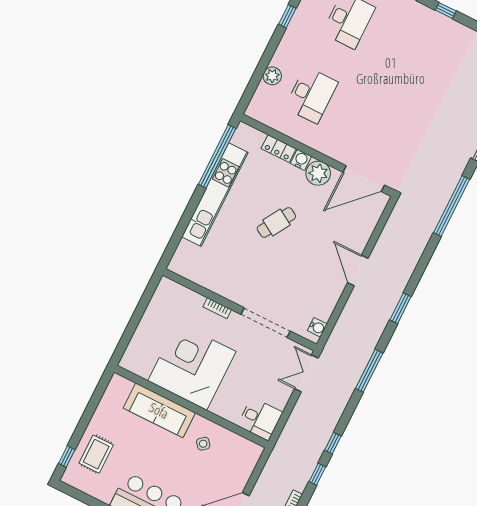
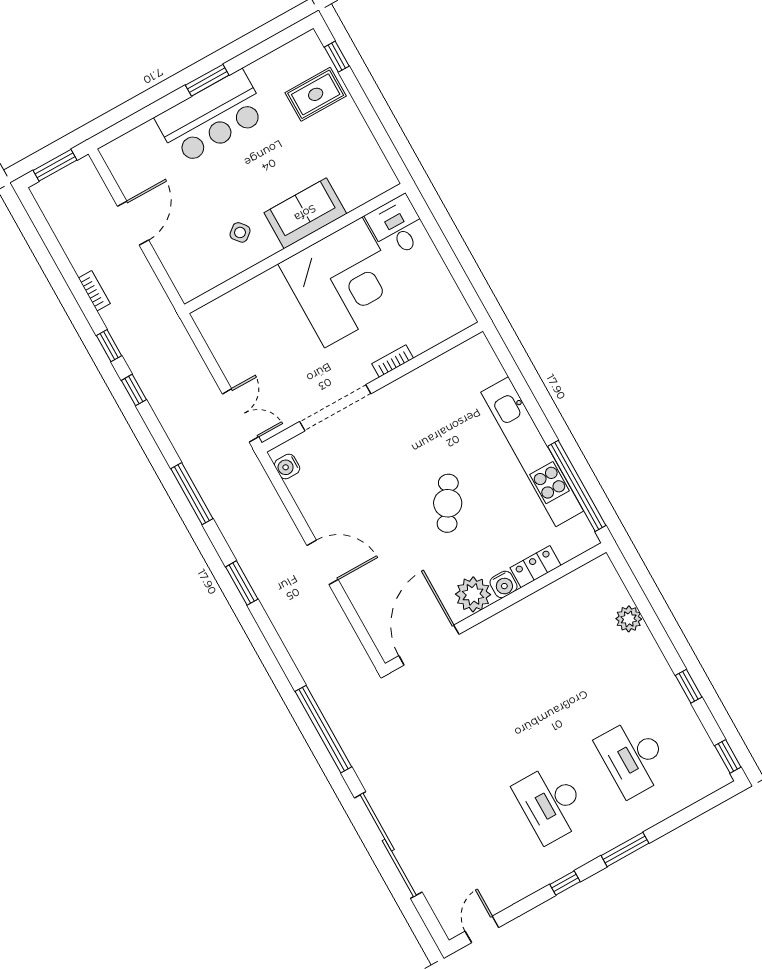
desk: (311, 95) -> (551, 803), moved
sofa: (159, 410) -> (305, 213), width x0.73
desk: (260, 419) -> (397, 227), moved, turned 90
rug: (96, 454) -> (316, 94), turned 90

